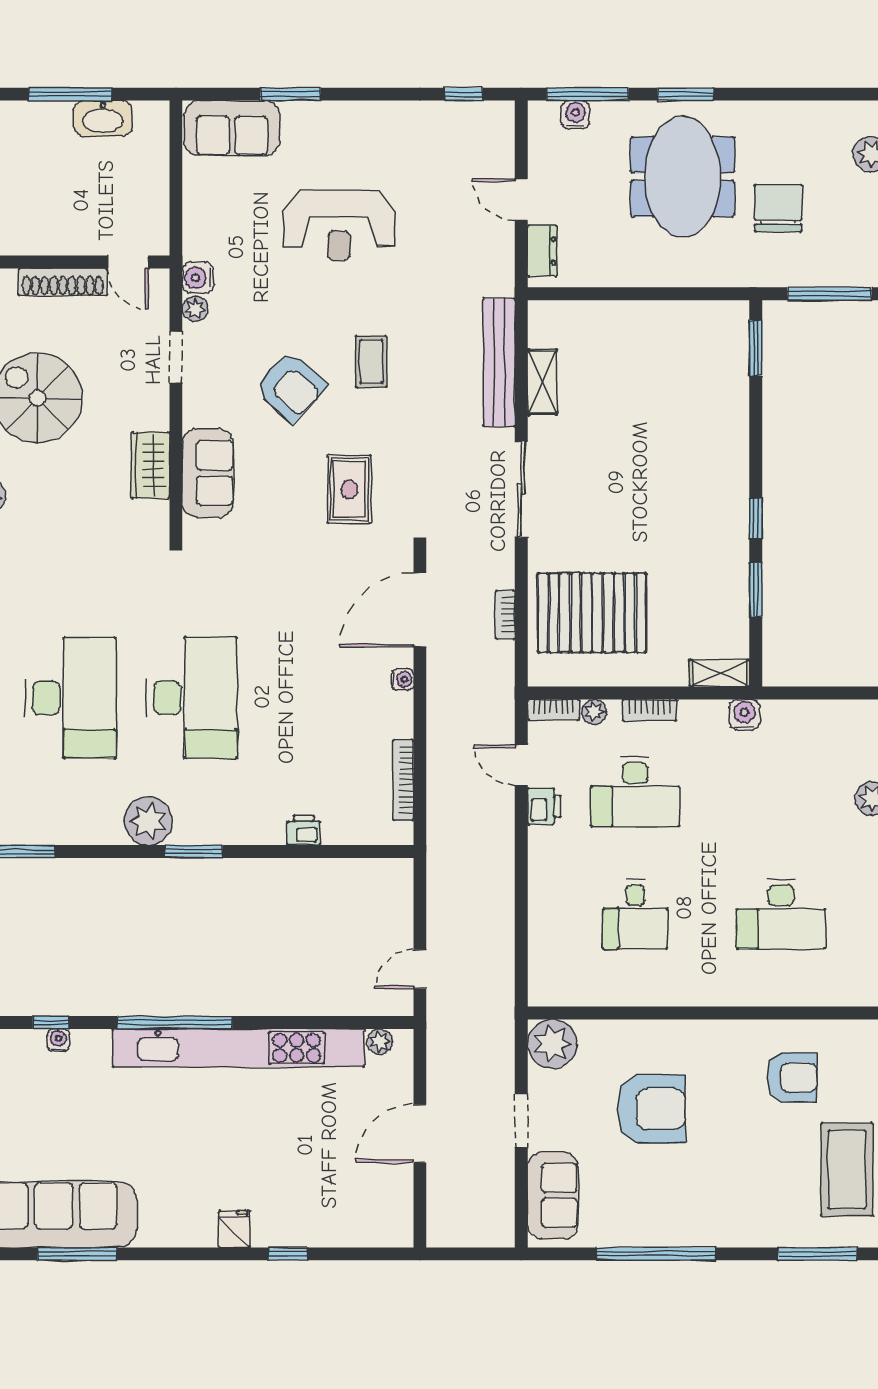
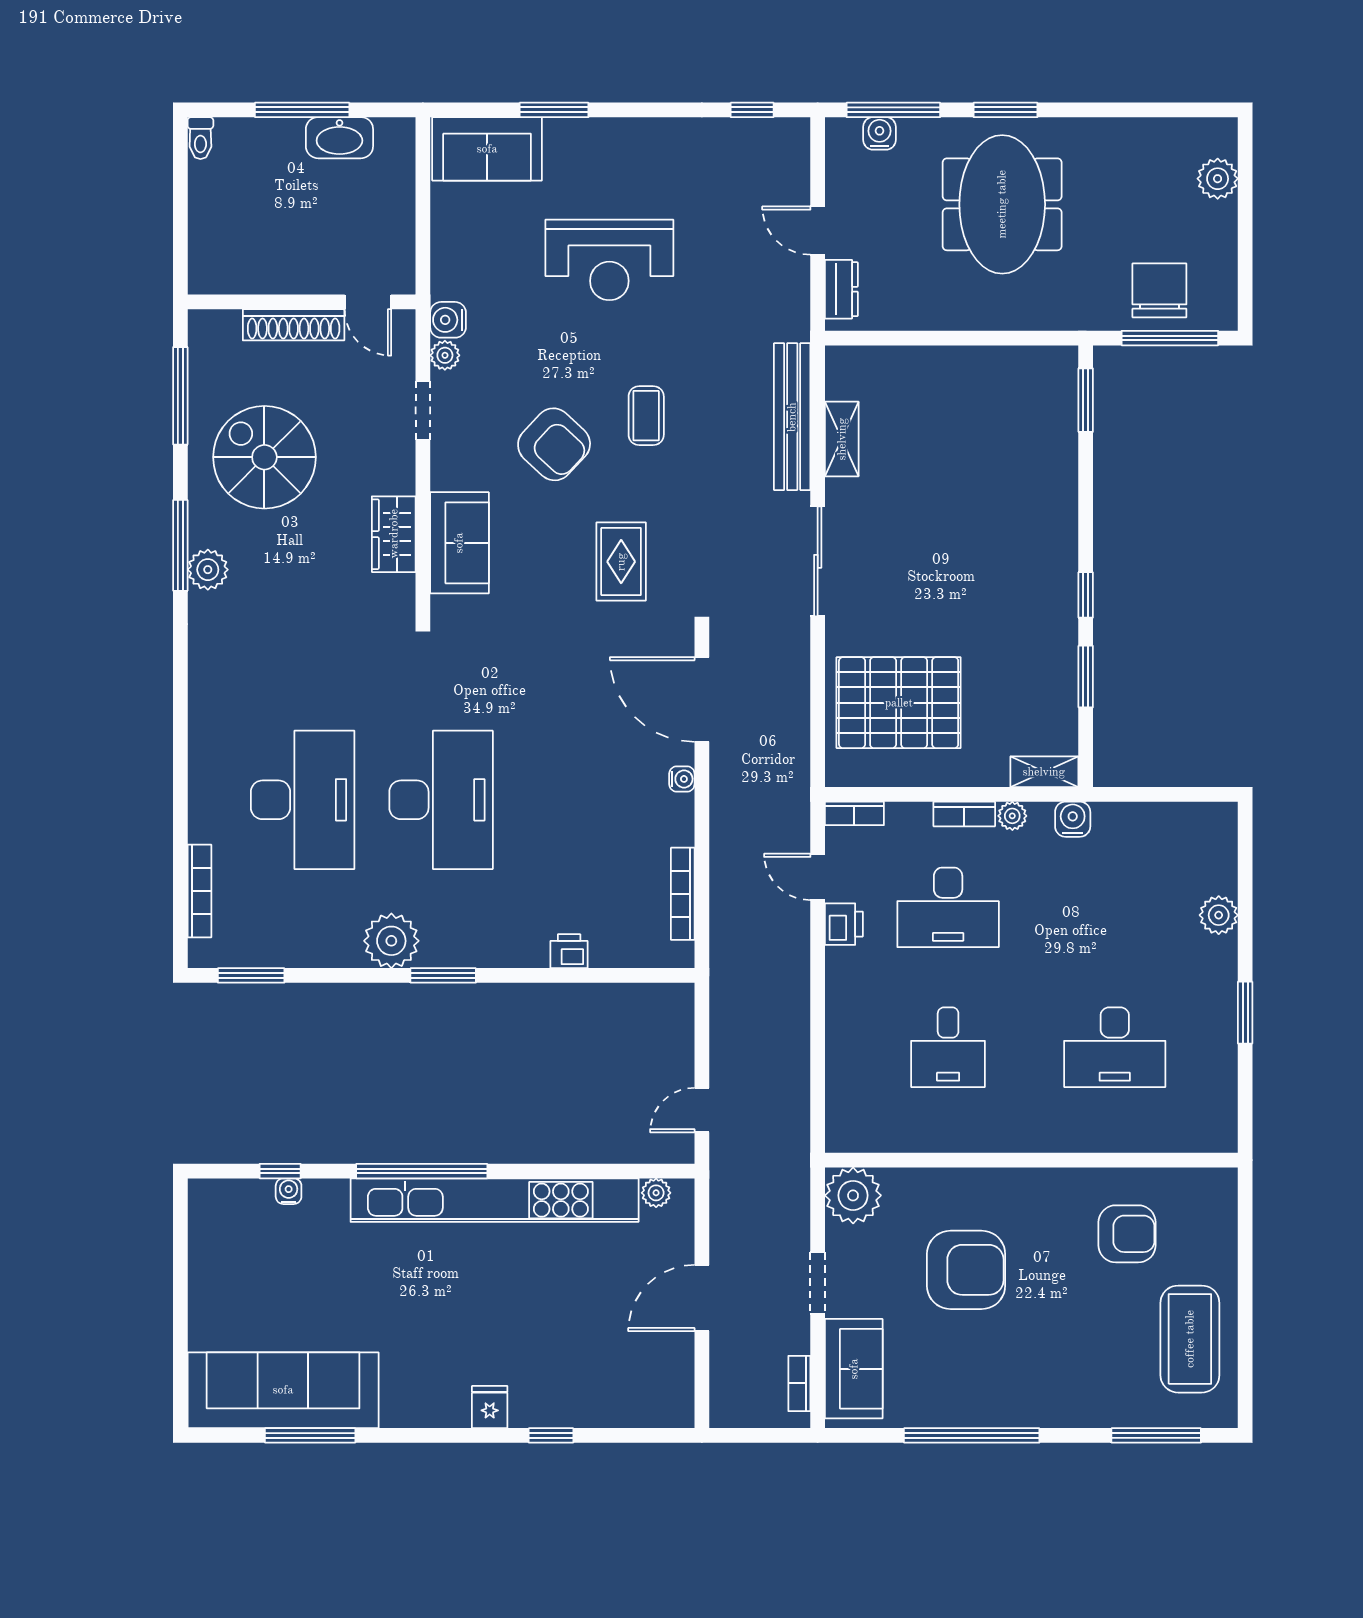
chair: (778, 208) -> (1159, 290), moved
door: (420, 610) -> (702, 699), hinge flipped
bookcase: (505, 615) -> (799, 1383), moved
plant: (594, 712) -> (1012, 816), moved

